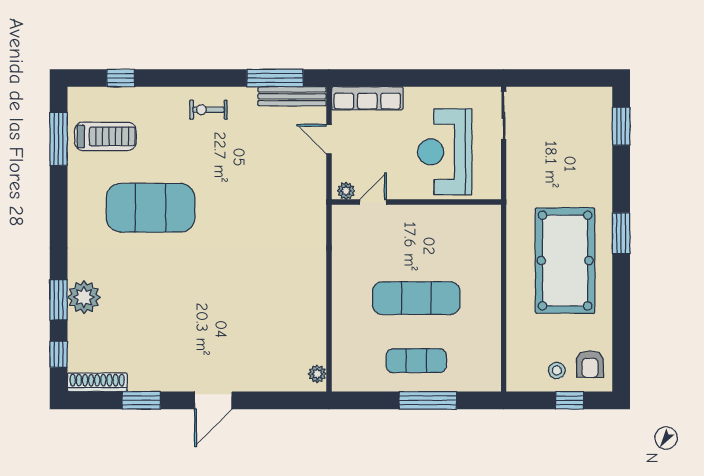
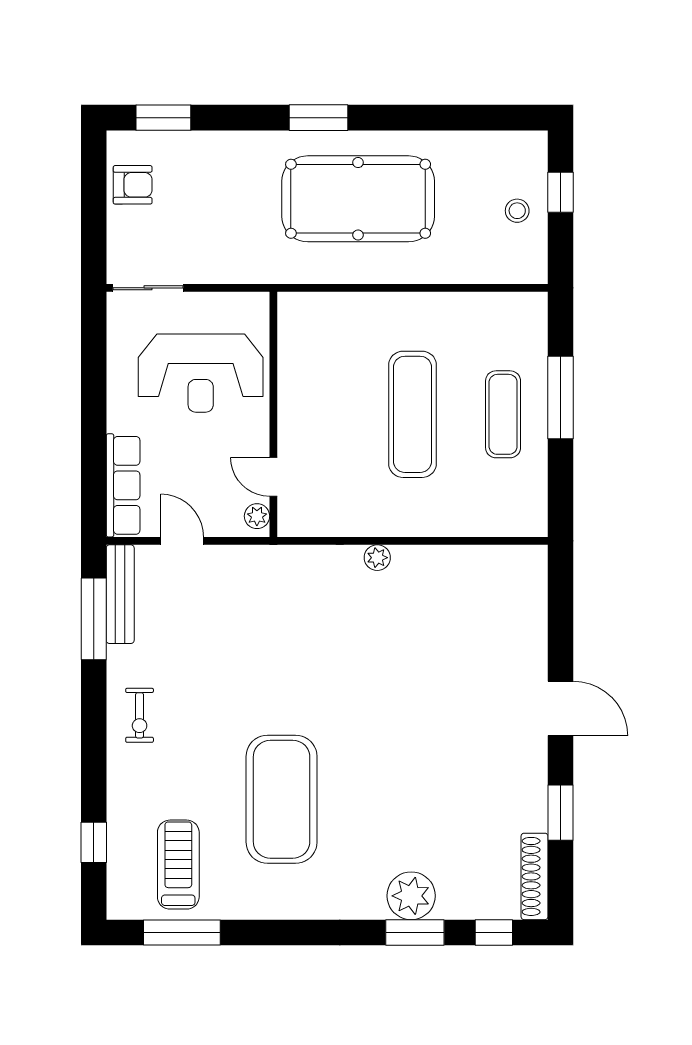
door: (329, 139) -> (182, 541), swing flipped
armchair: (590, 364) -> (133, 185), moved
plant: (317, 374) -> (377, 558), moved

